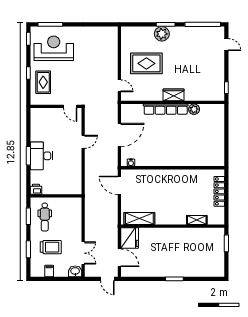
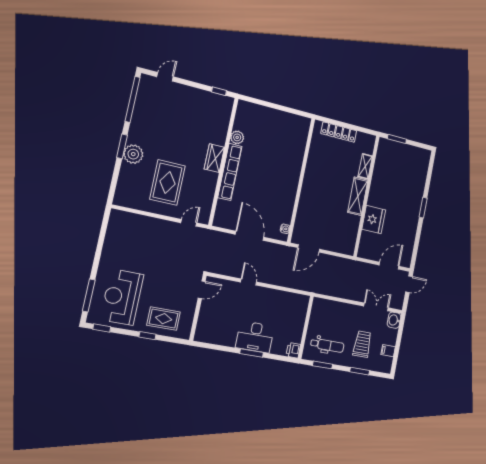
shelving: (139, 218) -> (358, 196), moved
fridge: (130, 238) -> (374, 220), moved, turned 90

